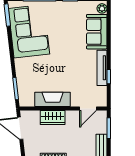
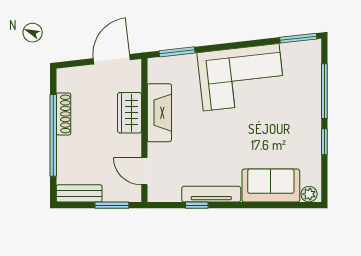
corner sofa: (29, 31) -> (241, 77), moved

